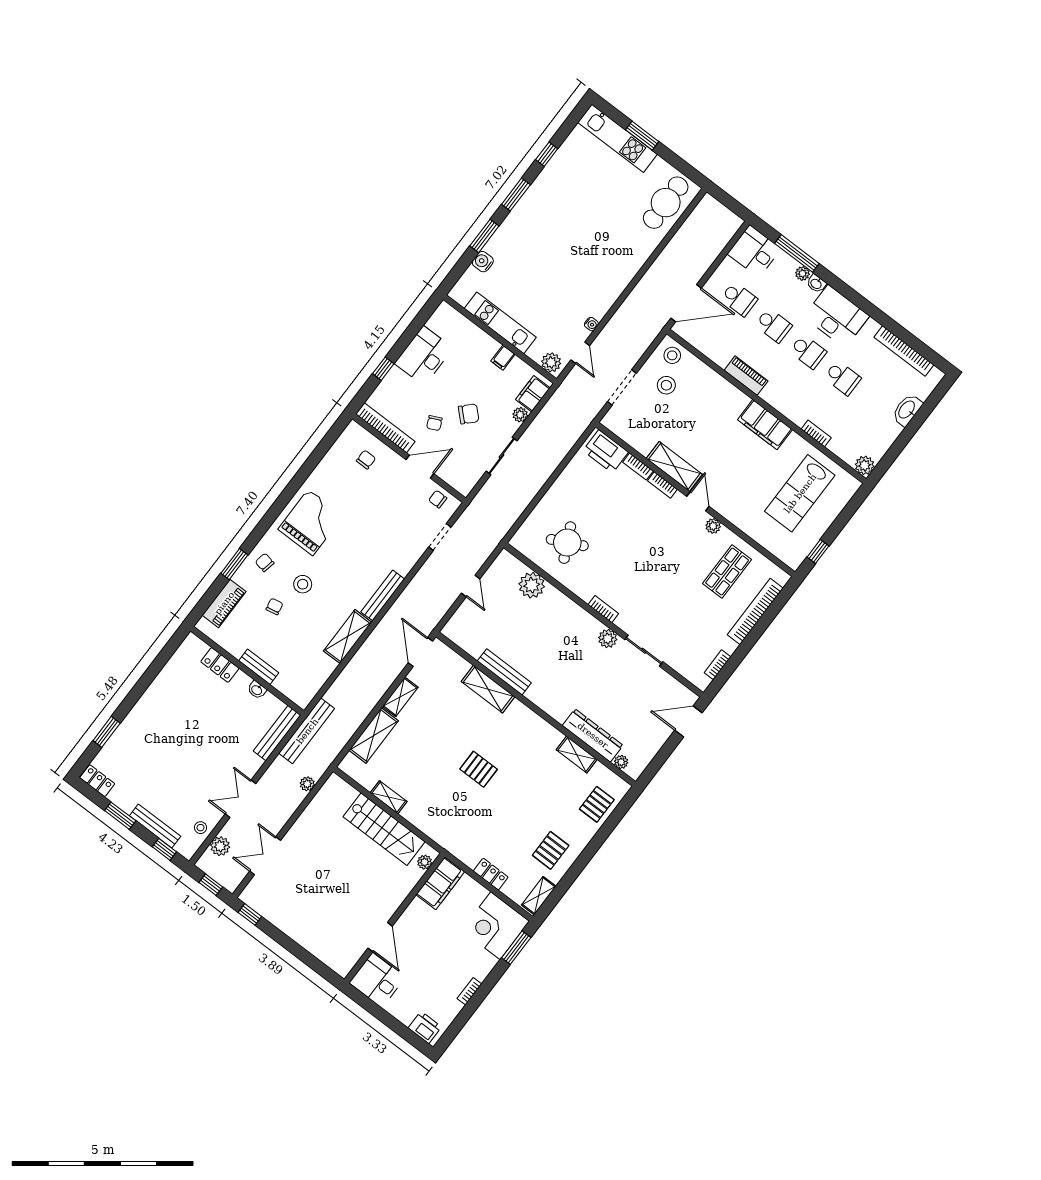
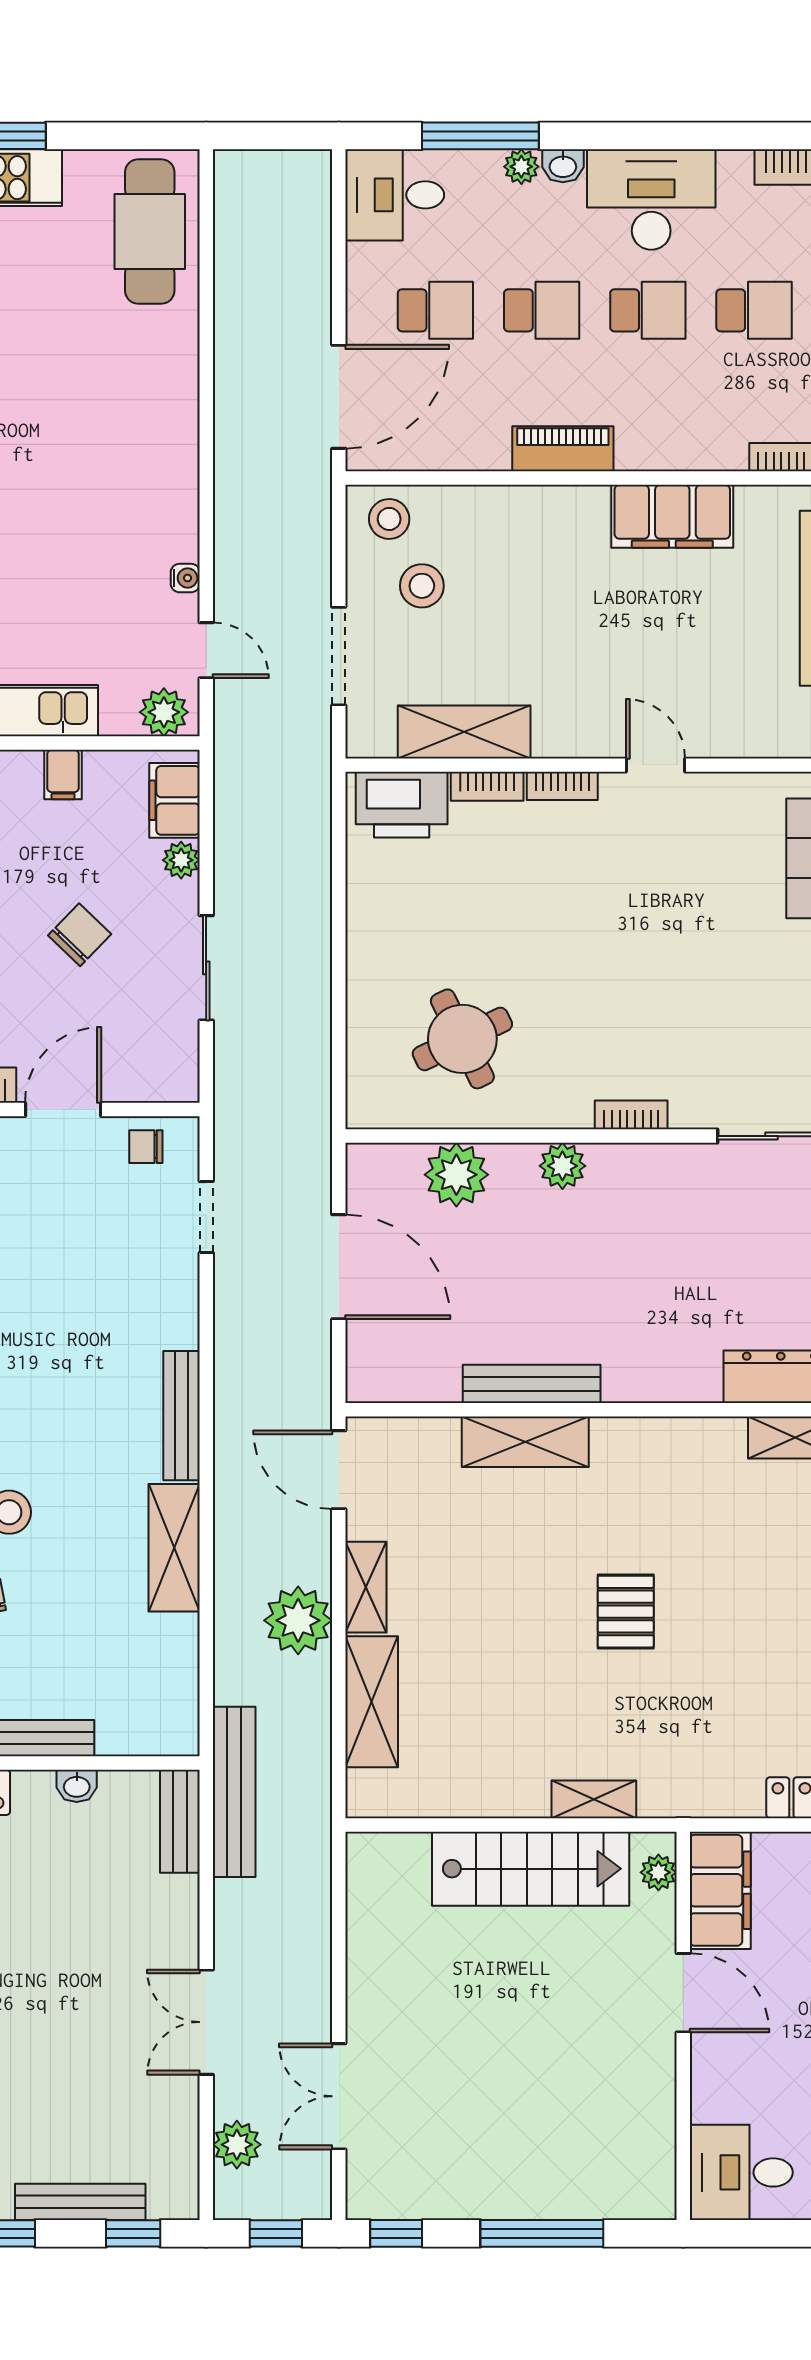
chair: (434, 423) -> (26, 1003), removed
shelving: (674, 466) -> (464, 732), moved
plant: (713, 526) -> (722, 790), removed
door: (471, 586) -> (339, 1267), width x1.87
plant: (608, 639) -> (562, 1166), moved
bench: (277, 733) -> (180, 1821), width x0.73
pallet: (479, 769) -> (626, 1612), turned 90
plant: (307, 784) -> (298, 1620), moved, width x1.88, depth x1.88
shelving: (389, 797) -> (594, 1799), moved
stool: (200, 828) -> (171, 2138), removed
door: (380, 937) -> (683, 1993), moved
window: (297, 951) -> (542, 2233), added

